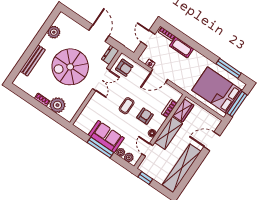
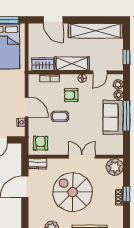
spiral stairs: (70, 67) -> (73, 192), turned 180
double door: (101, 80) -> (82, 157), moved
plant: (57, 105) -> (115, 167), moved
coffee table: (127, 106) -> (60, 117), moved
window: (41, 107) -> (126, 194), added

